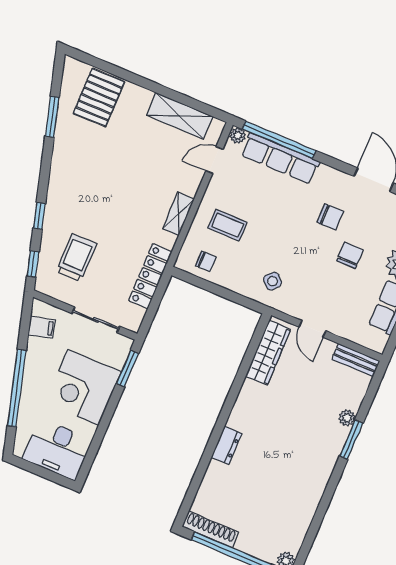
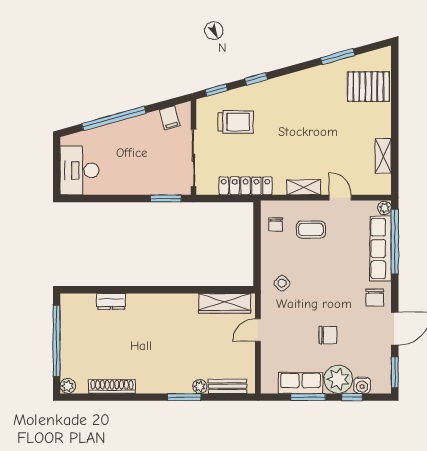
shelving: (180, 116) -> (383, 156), width x0.67, depth x0.75
door: (214, 160) -> (340, 198), moved
chair: (330, 217) -> (375, 298), moved
coffee table: (228, 225) -> (311, 229), turned 90
sliding door: (96, 320) -> (193, 158), width x1.37
bench: (356, 360) -> (227, 386), moved, turned 90
corner desk: (83, 387) -> (137, 170), removed
dresser: (226, 445) -> (111, 301), moved
shoe rack: (210, 529) -> (112, 386), moved, turned -90

